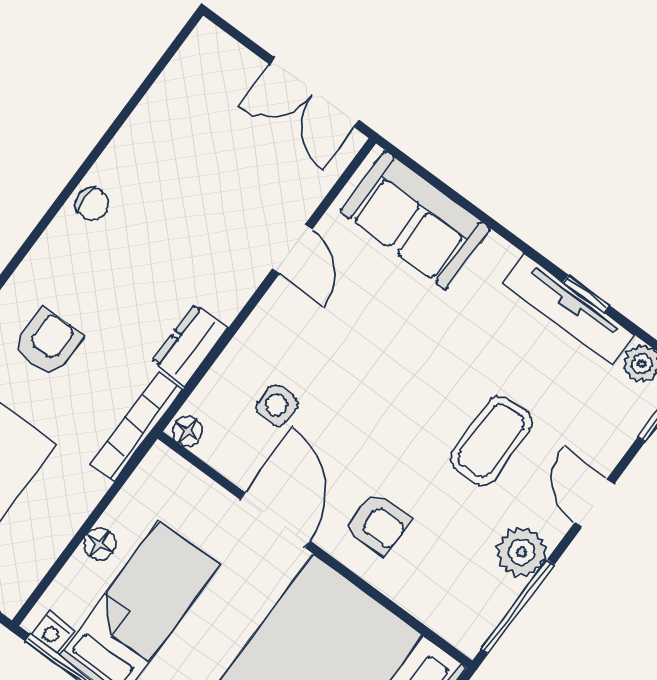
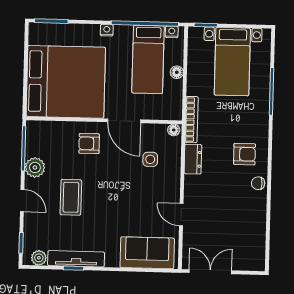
armchair: (48, 342) -> (244, 154), moved, turned -90

